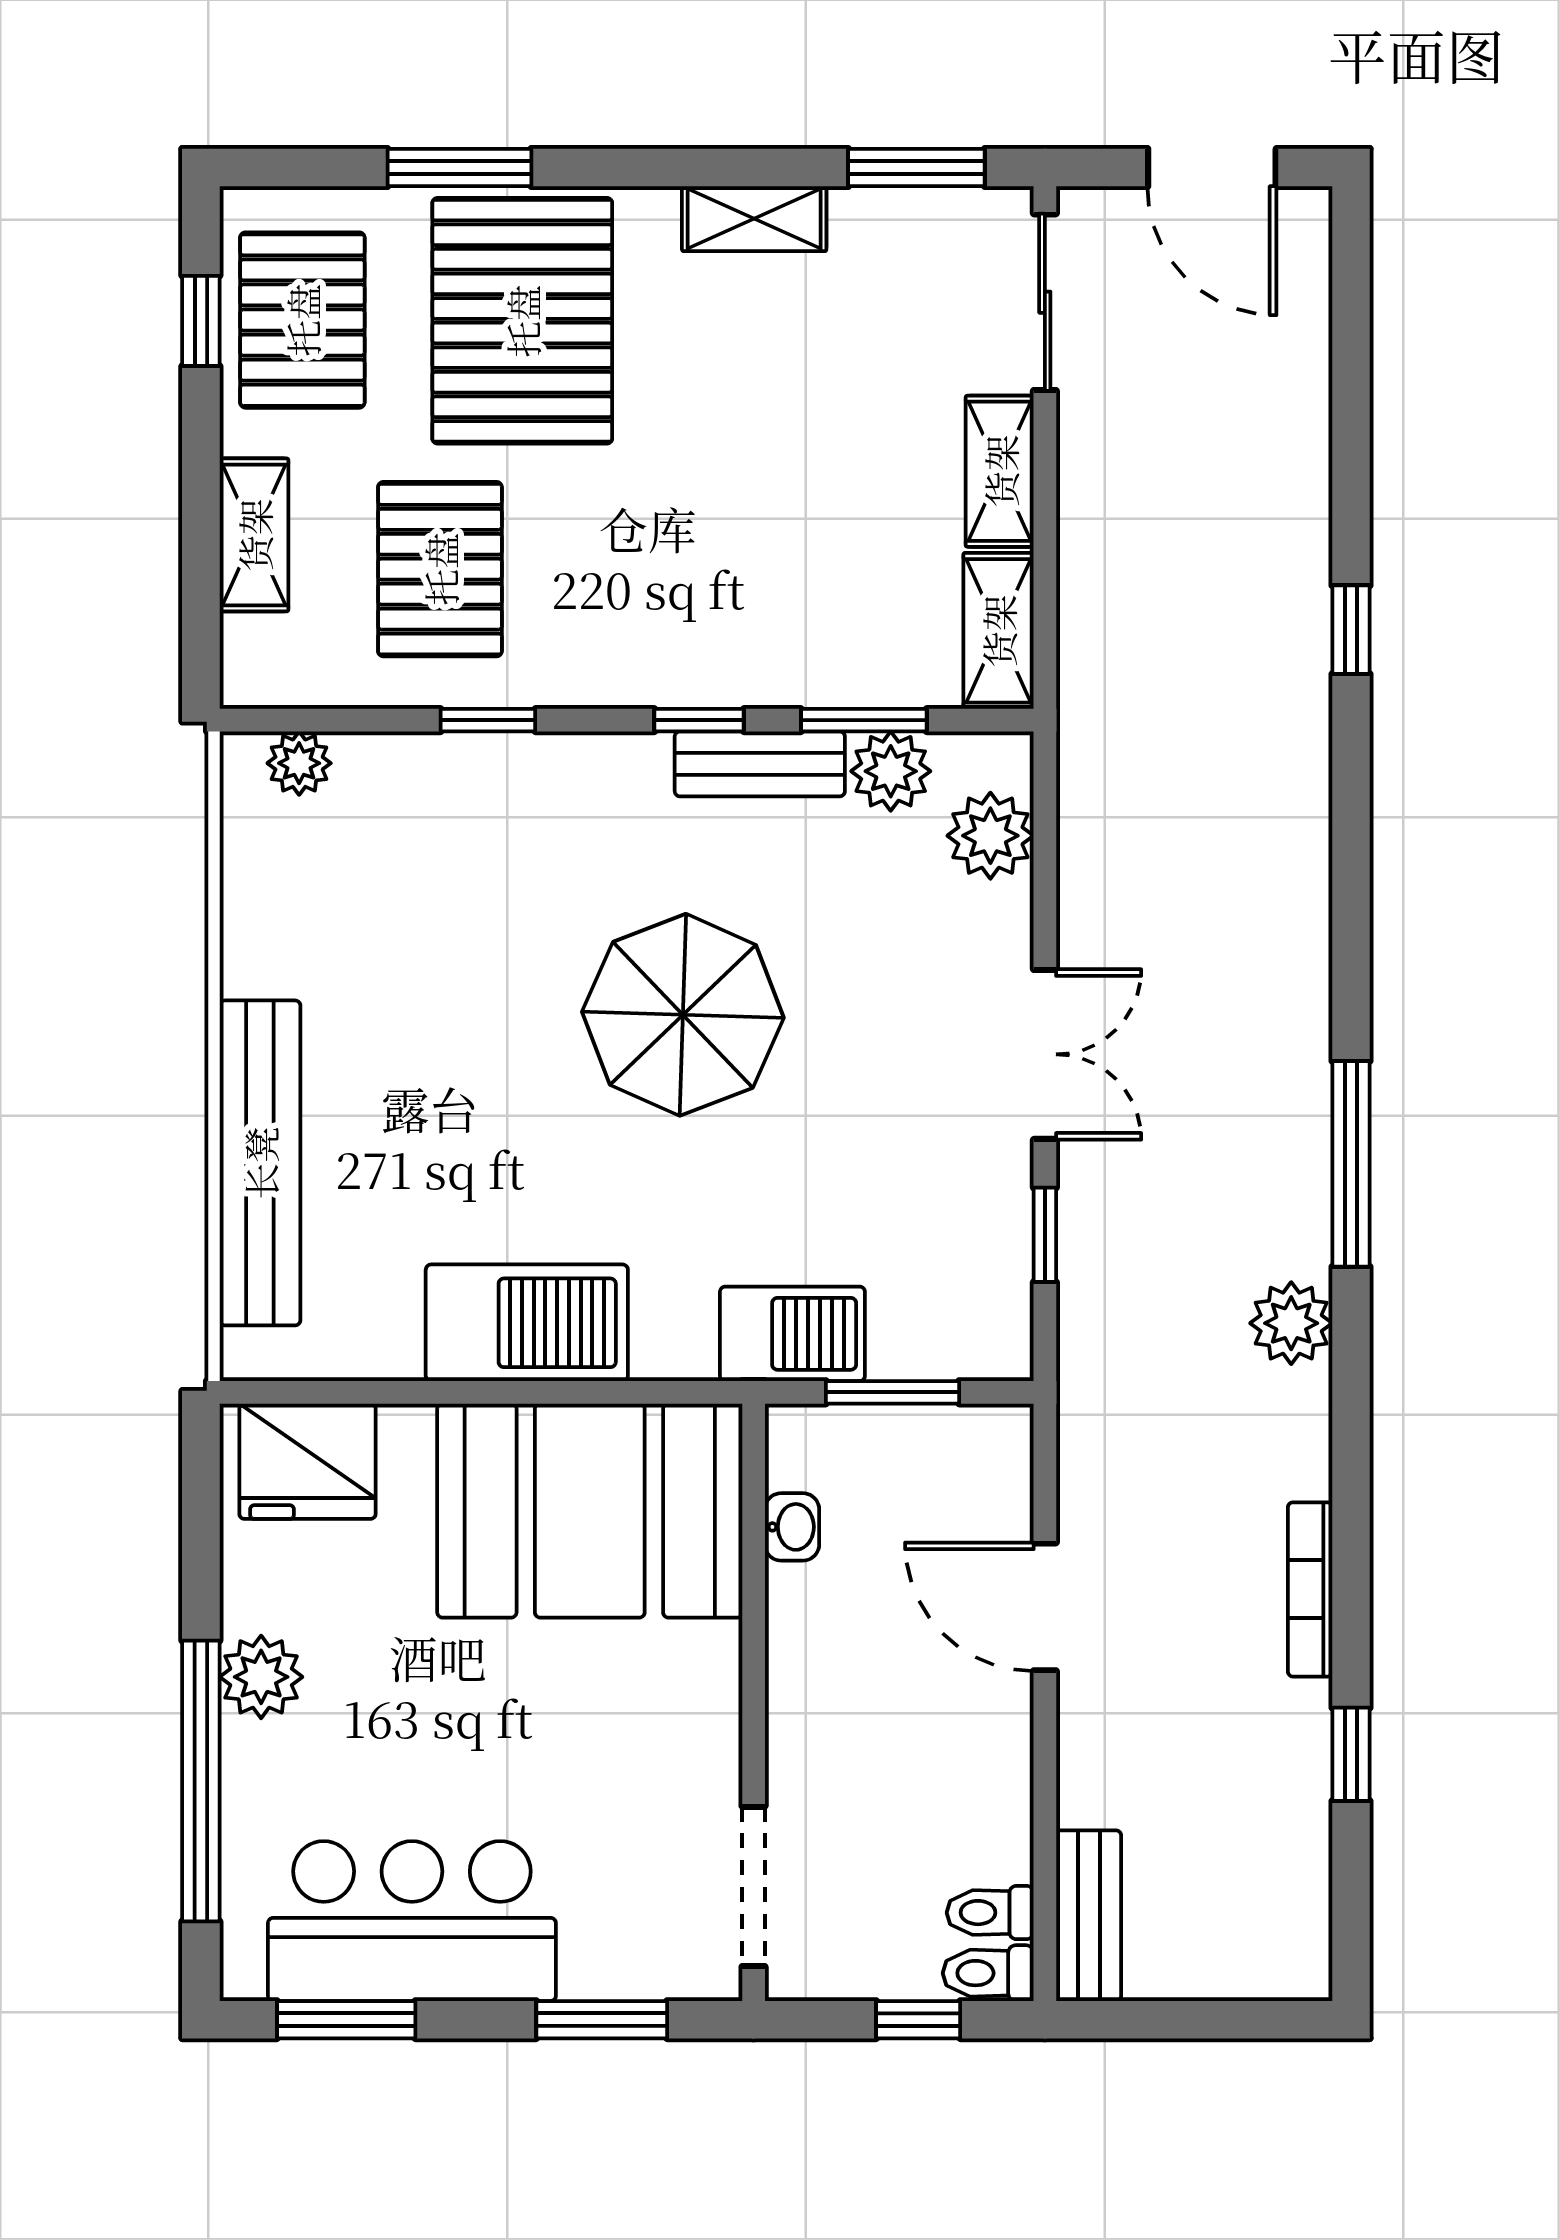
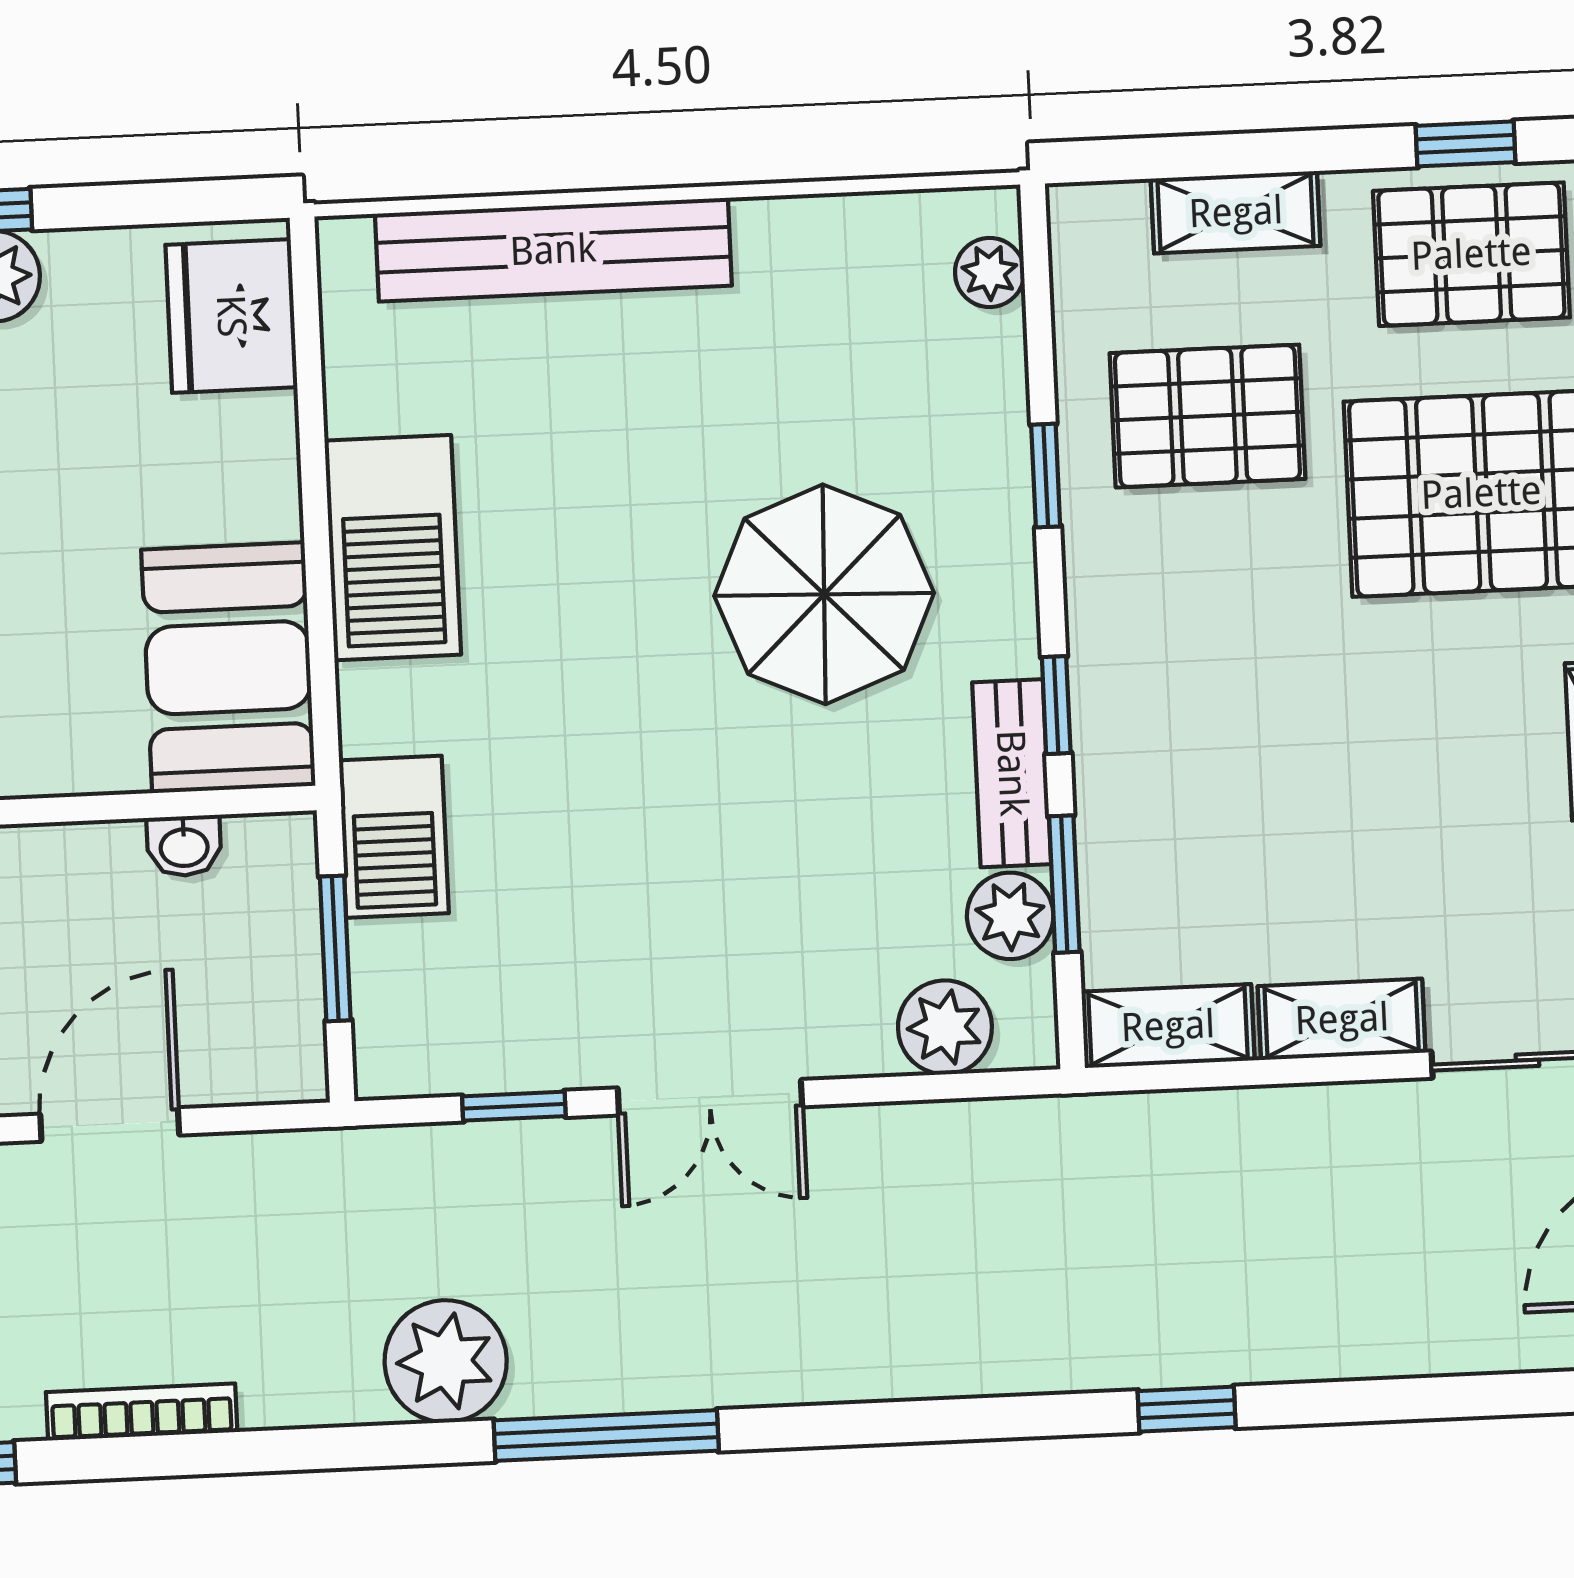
parasol: (683, 1015) -> (824, 594), moved
plant: (1291, 1323) -> (446, 1361), width x1.36, depth x1.36
booth: (590, 1511) -> (228, 668), width x0.73, depth x0.70

